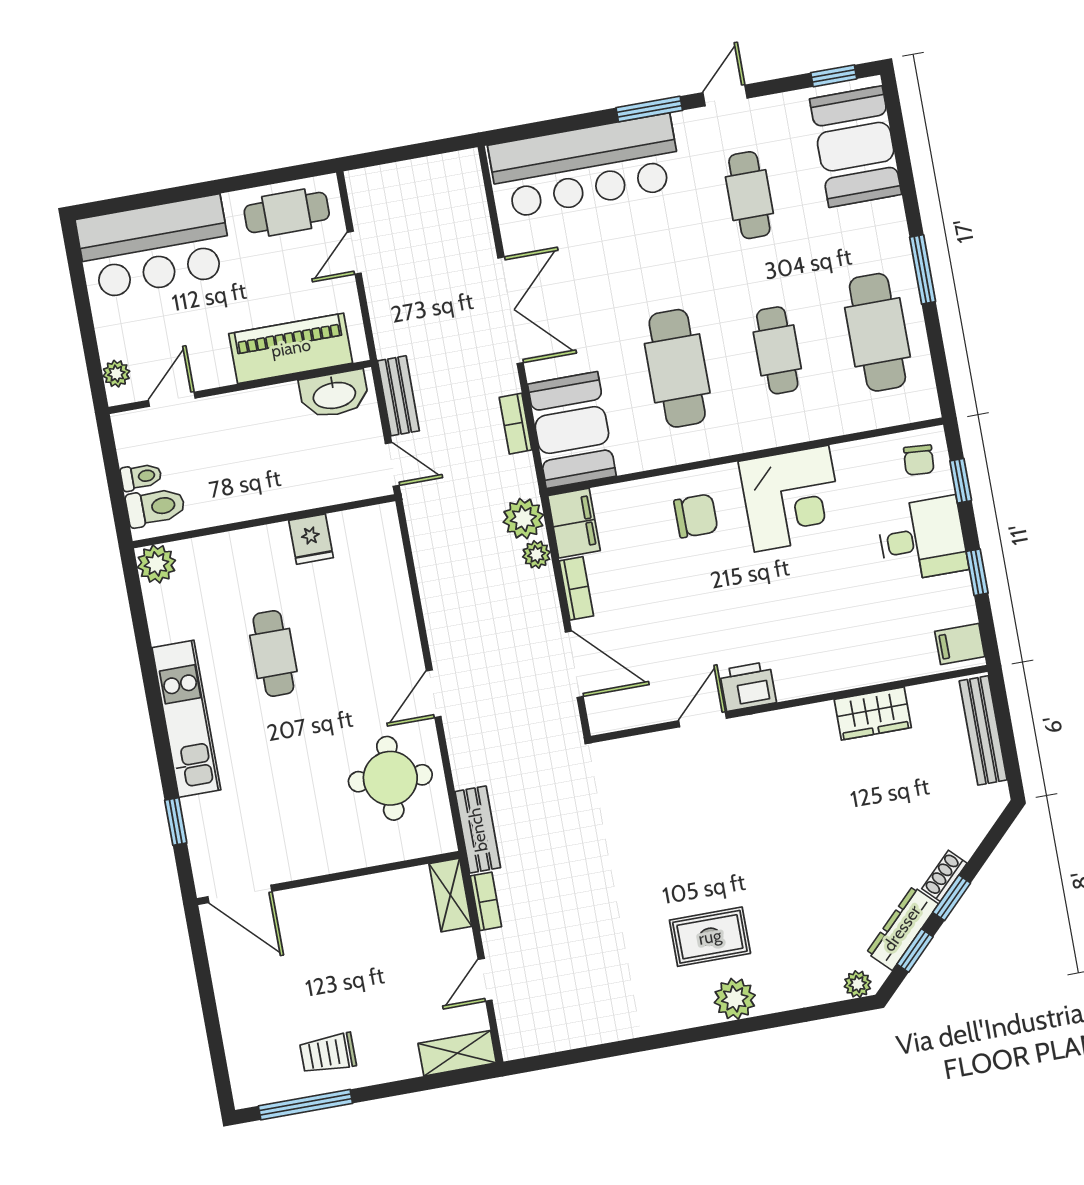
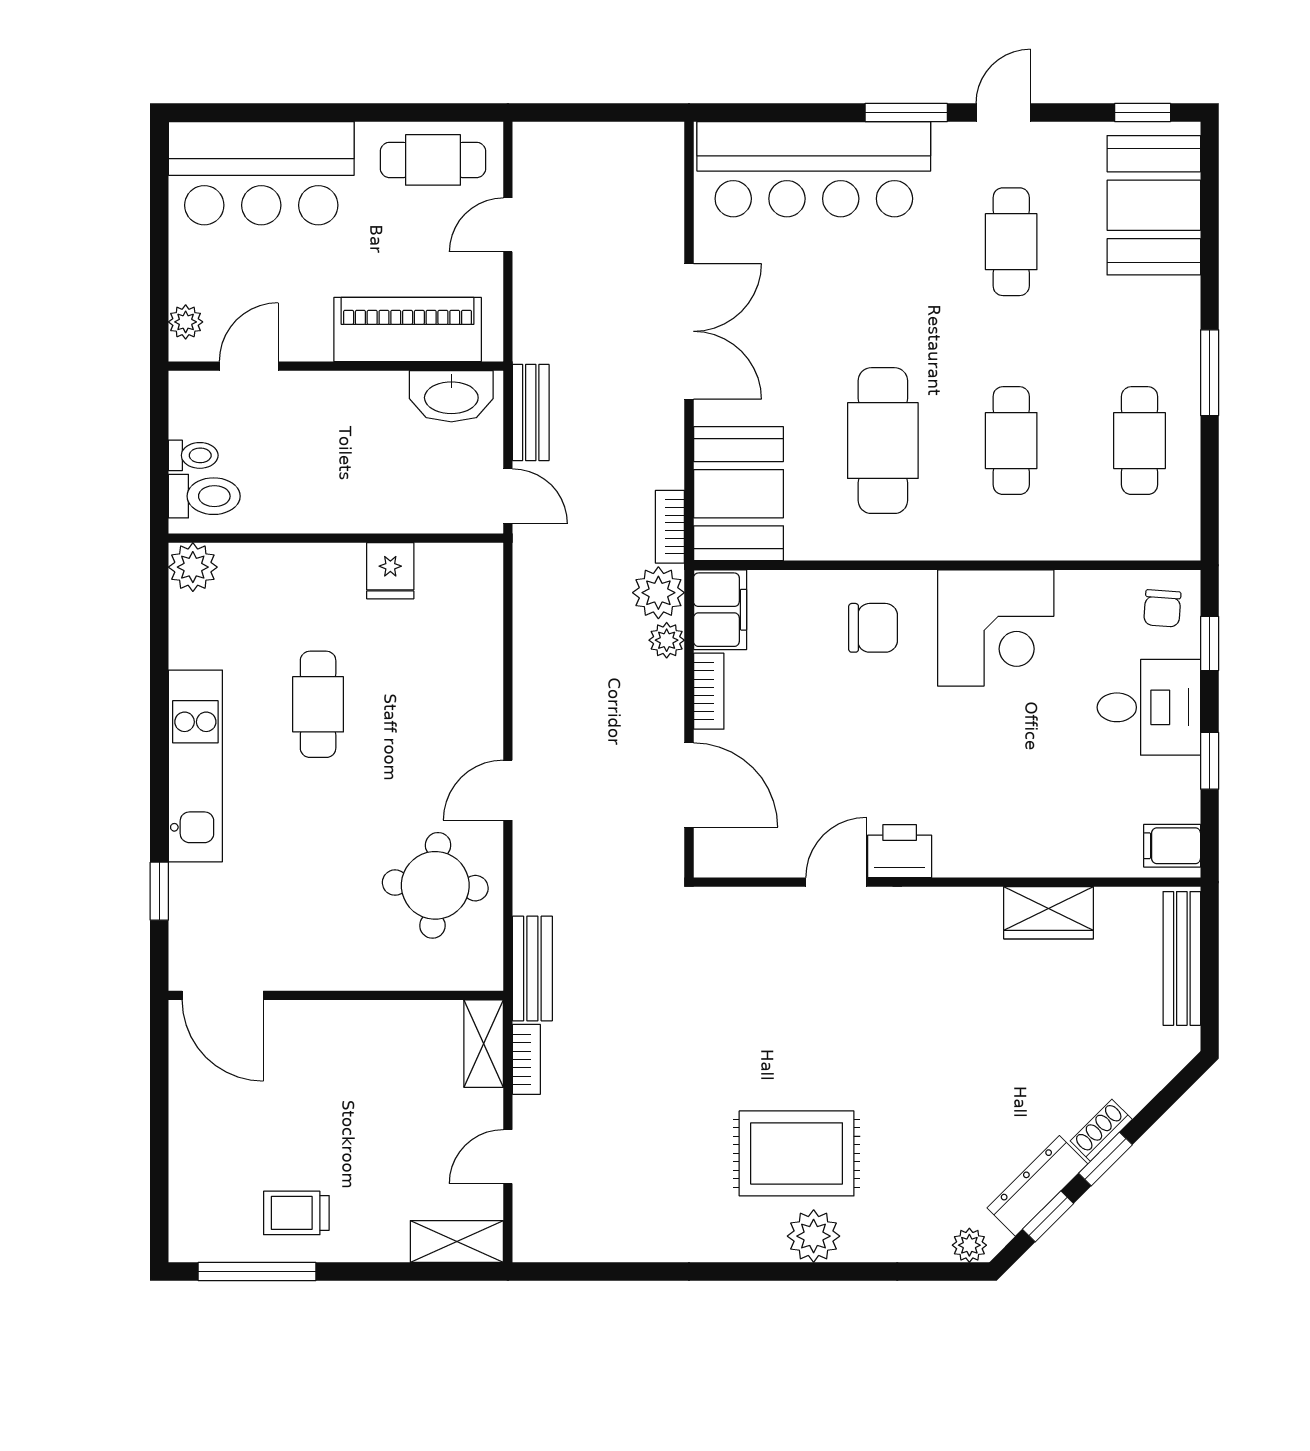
cafe table: (877, 332) -> (1140, 441), width x0.73, depth x0.74
bookcase: (516, 424) -> (670, 527), moved
rug: (710, 937) -> (797, 1153), width x1.36, depth x1.43

